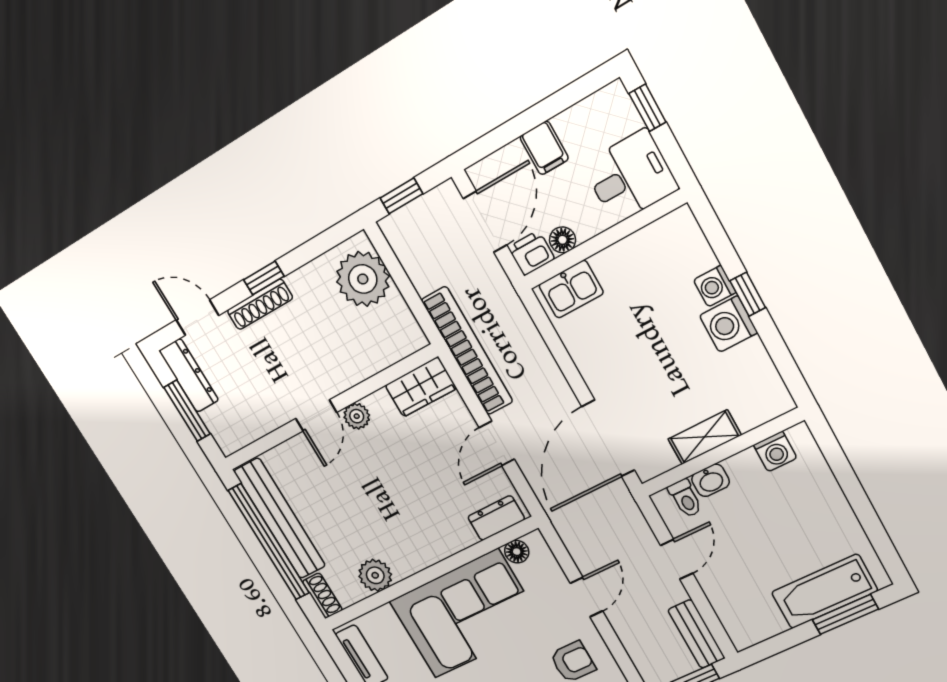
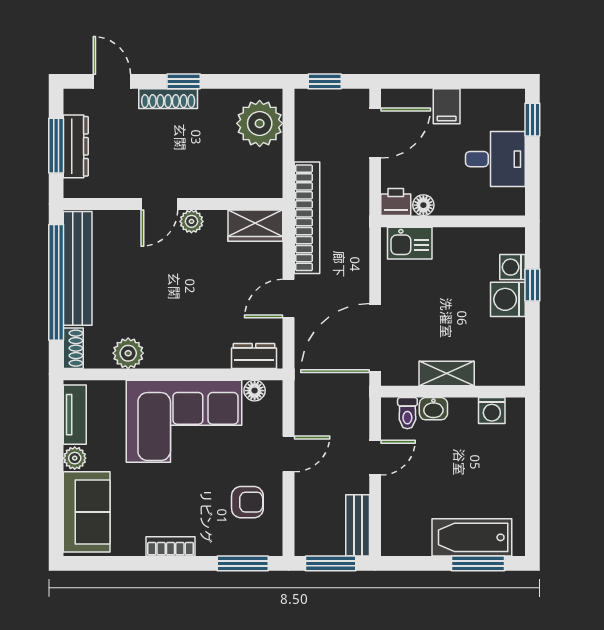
floor lamp: (563, 240) -> (423, 205), moved
wall: (604, 240) -> (453, 221), moved
printer: (531, 253) -> (396, 202), moved
kitchen sink: (571, 289) -> (410, 243), moved
dresser: (189, 375) -> (76, 146), moved

